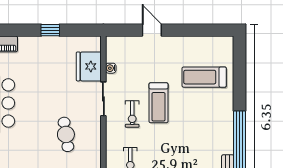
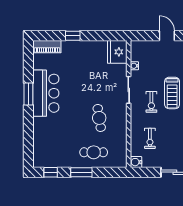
window: (50, 30) -> (73, 36), moved
fridge: (89, 66) -> (117, 52), moved

